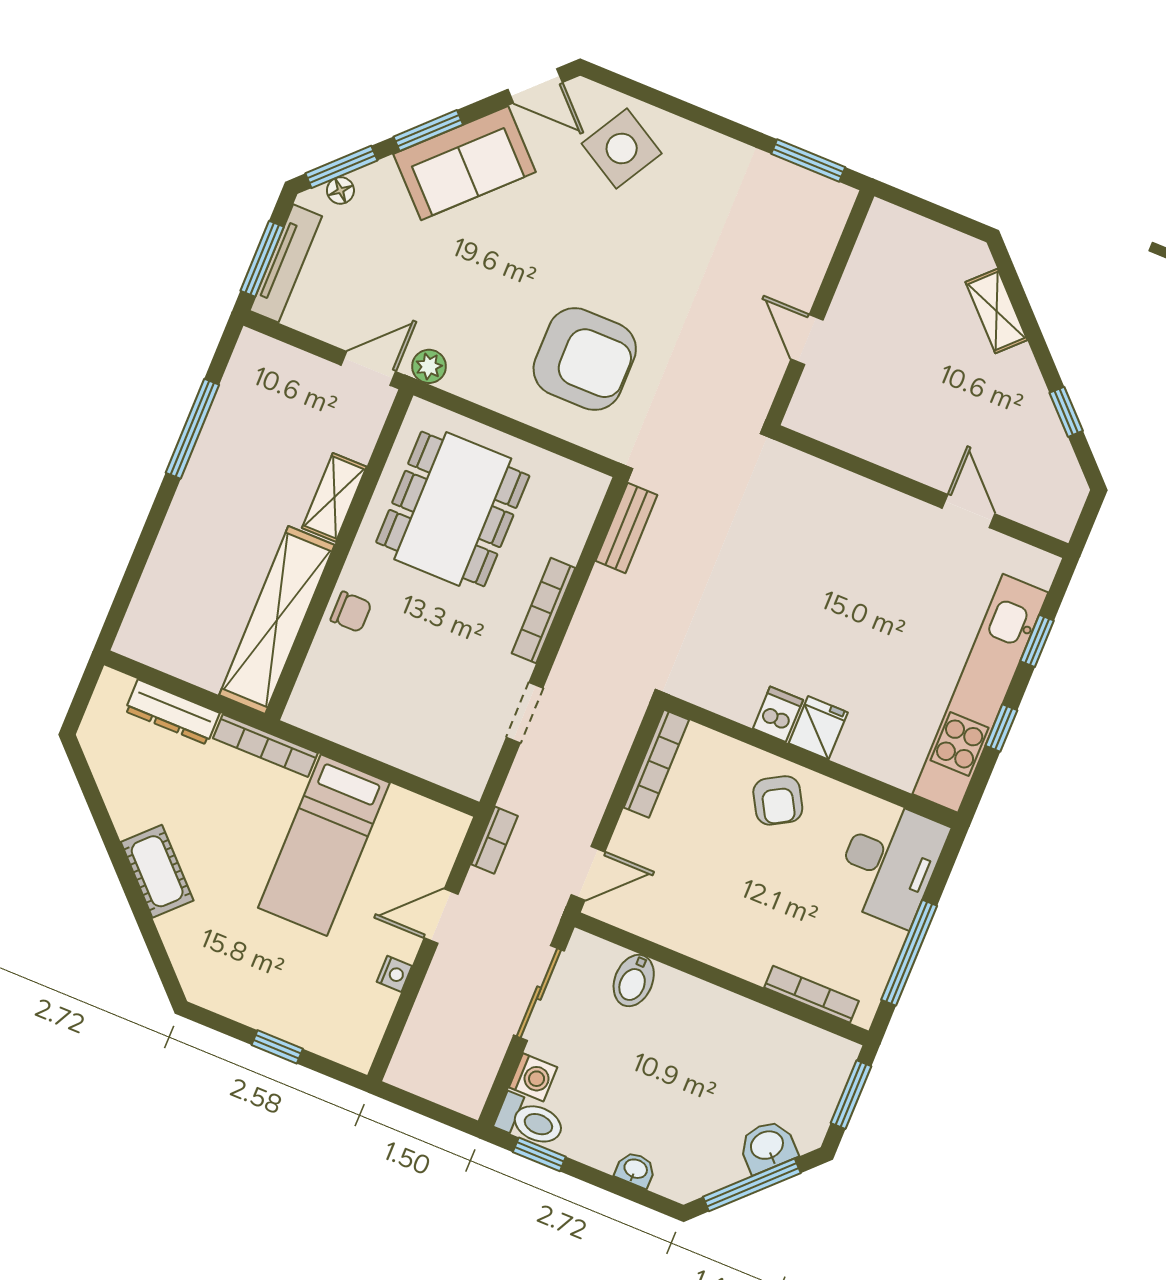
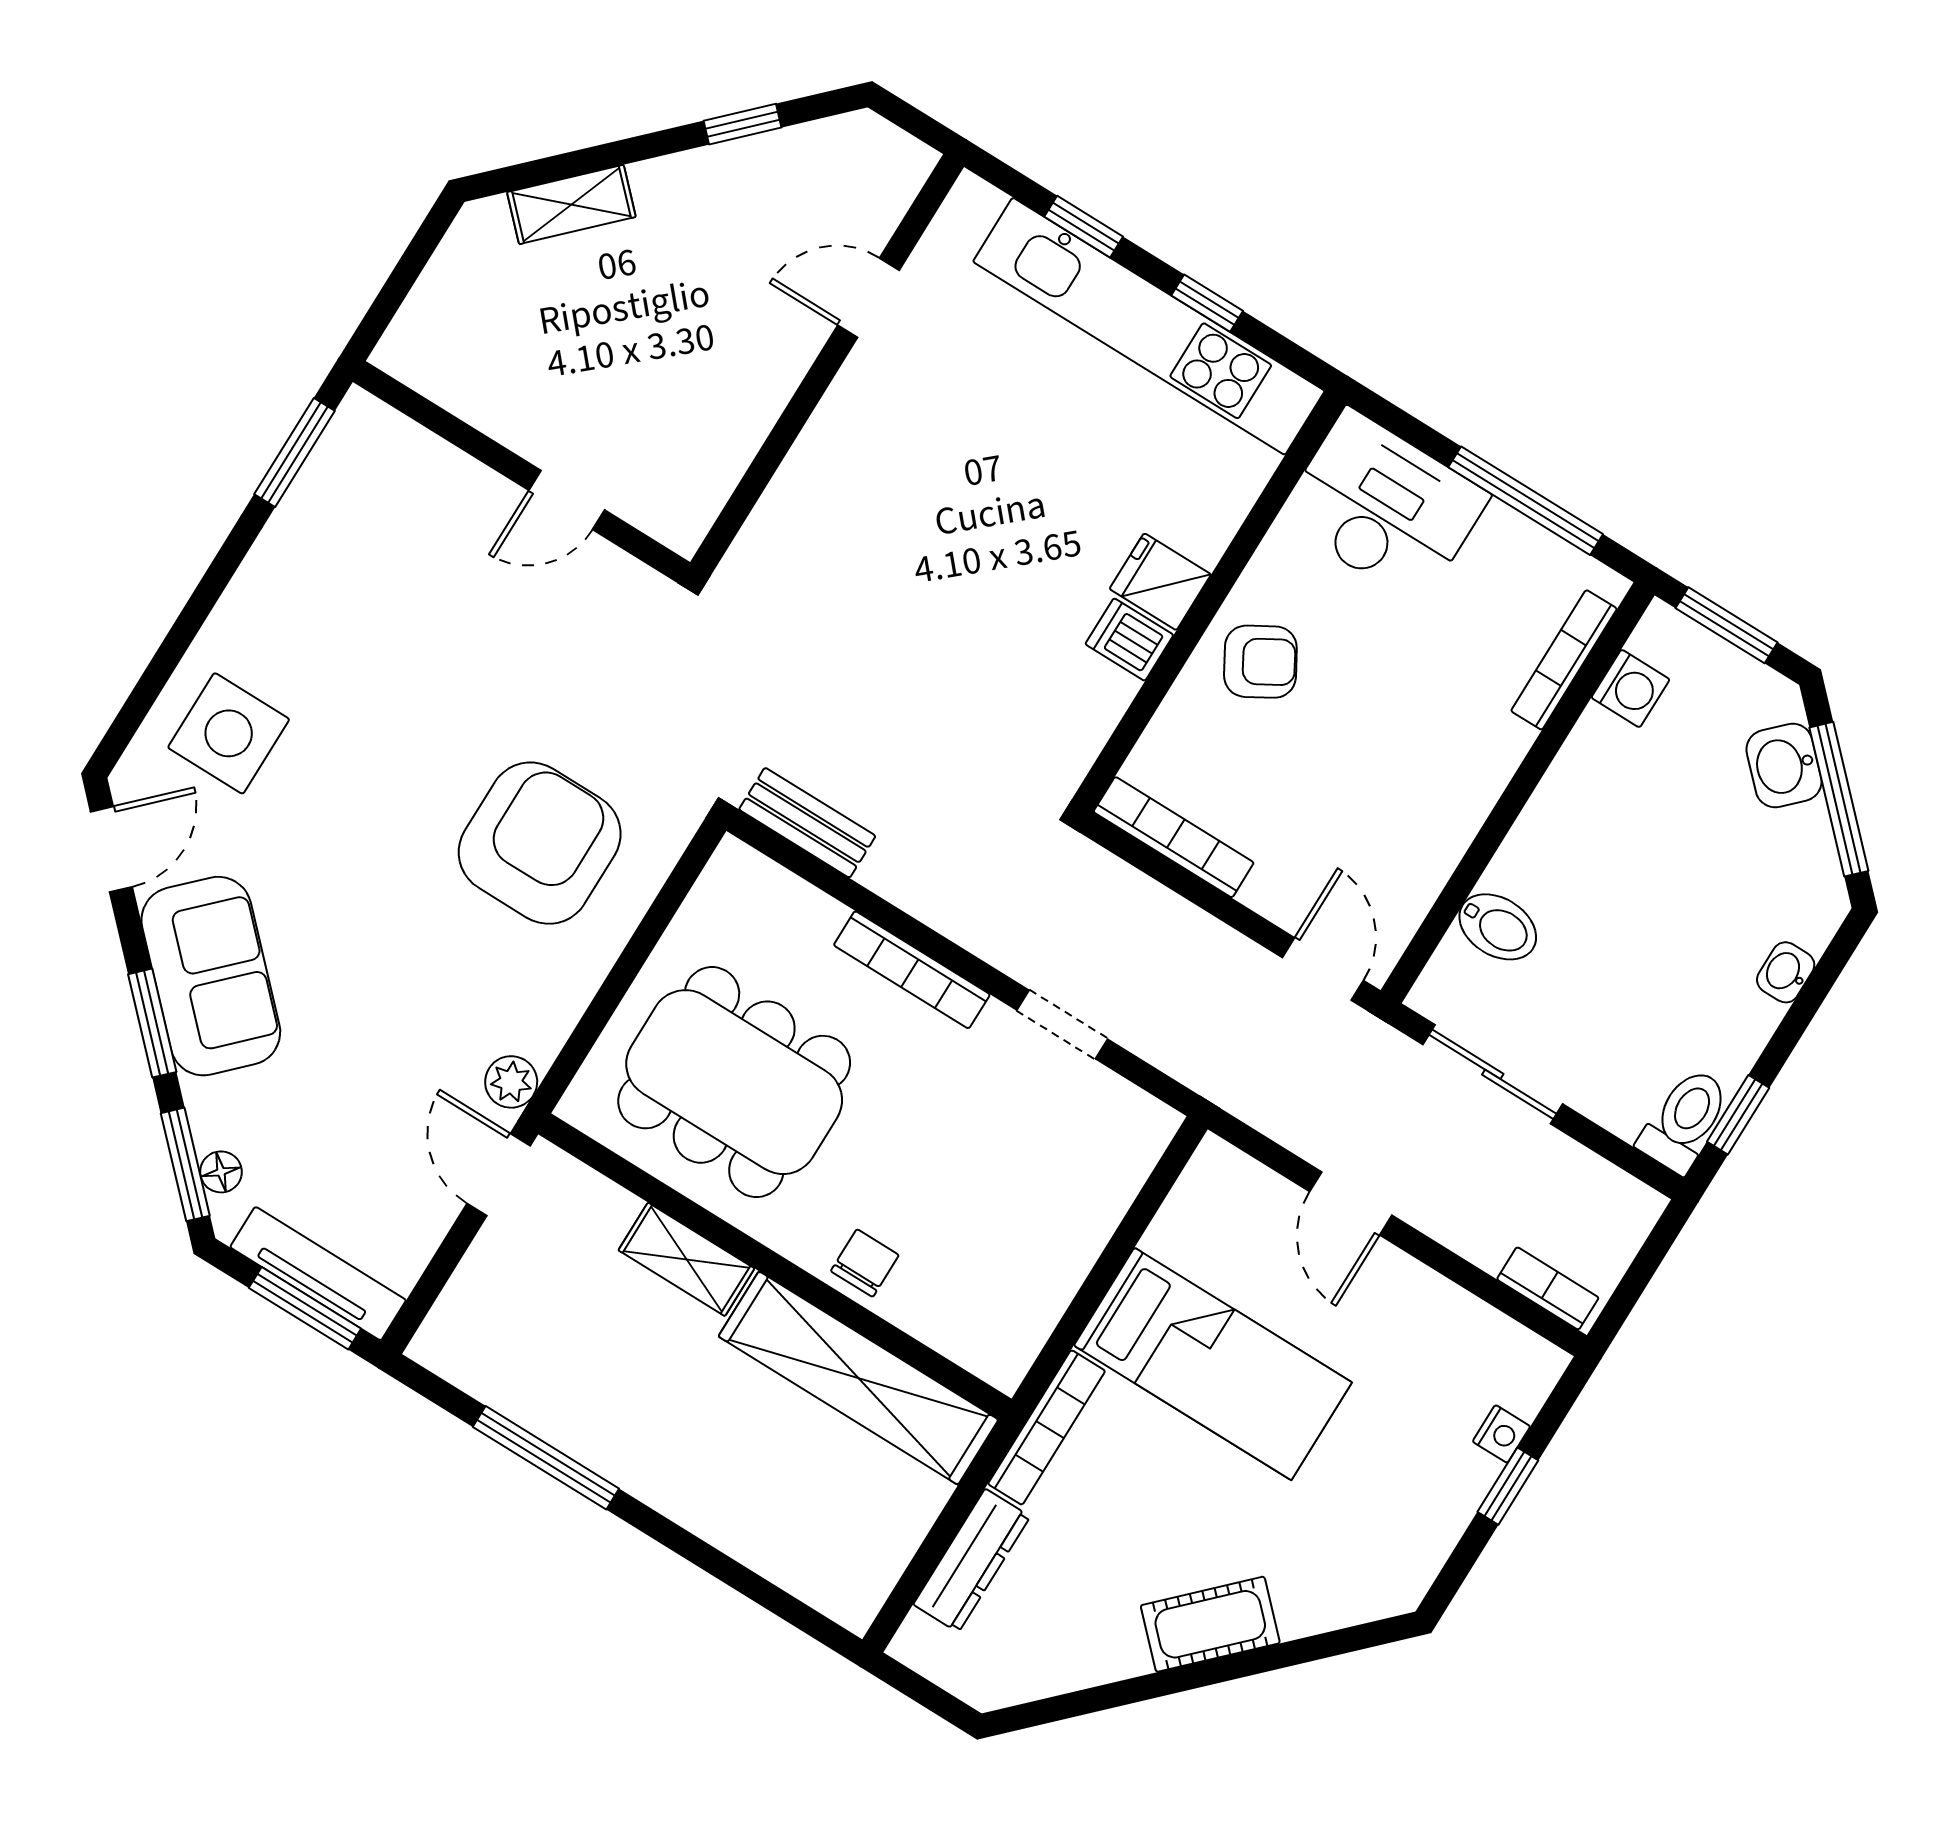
side table: (622, 148) -> (229, 733), turned -30
bookcase: (494, 840) -> (1548, 1288), moved
nightstand: (394, 974) -> (1501, 1434), moved, turned 90
washing machine: (533, 1077) -> (1631, 689), moved, turned 90

